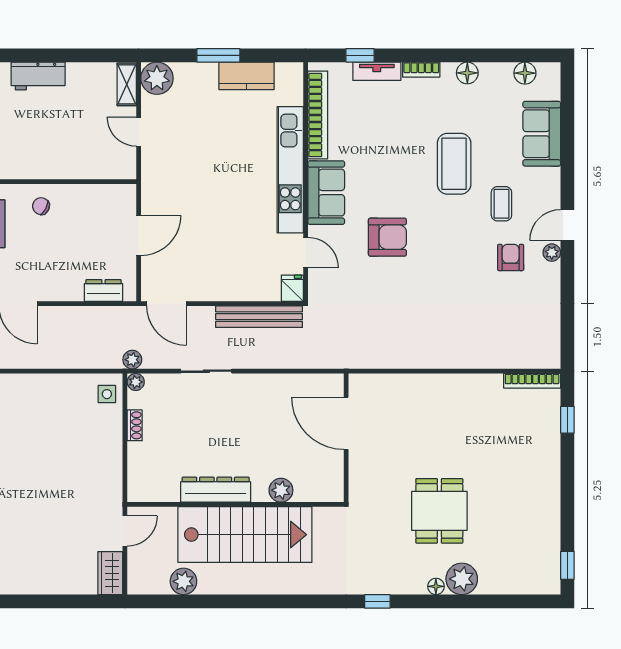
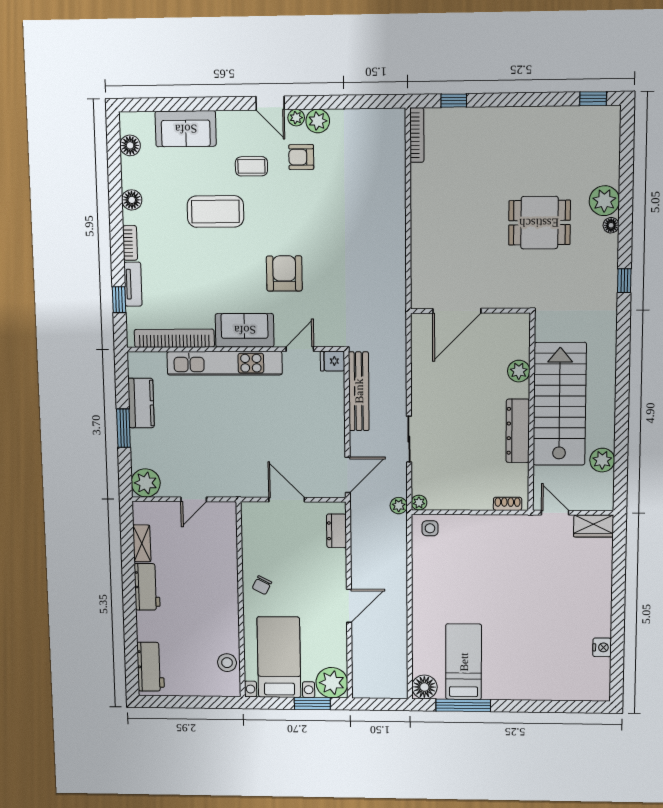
shelving: (127, 84) -> (142, 543), moved, turned 90
plant: (548, 276) -> (318, 121), added
shoe rack: (135, 425) -> (508, 504), moved

